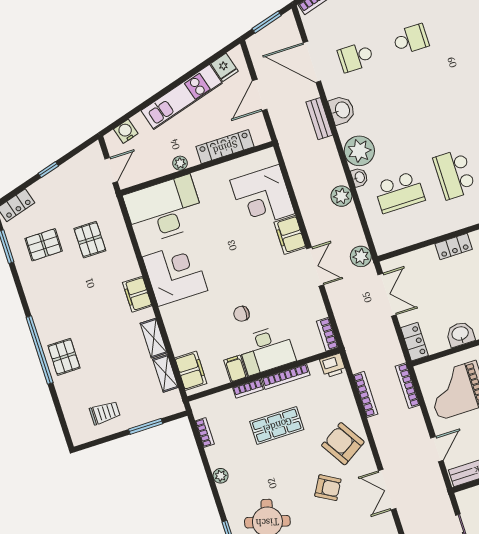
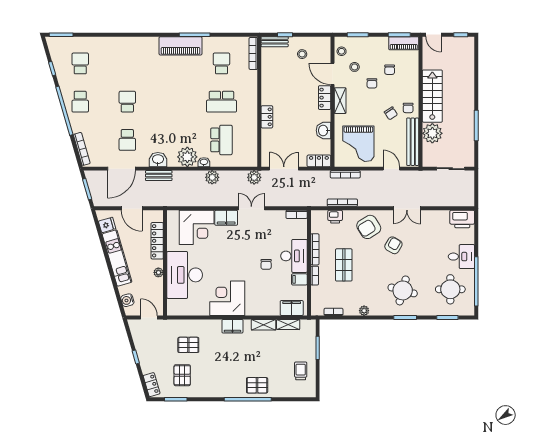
desk: (164, 210) -> (185, 275), moved
printer: (333, 365) -> (335, 217), moved, turned 90

